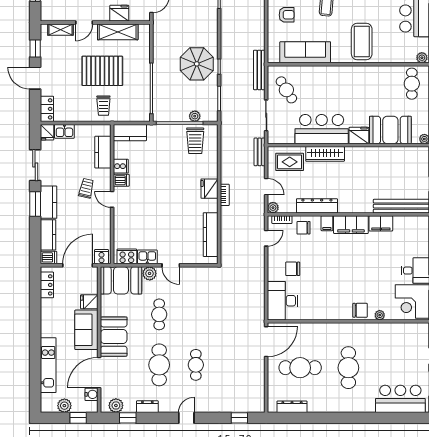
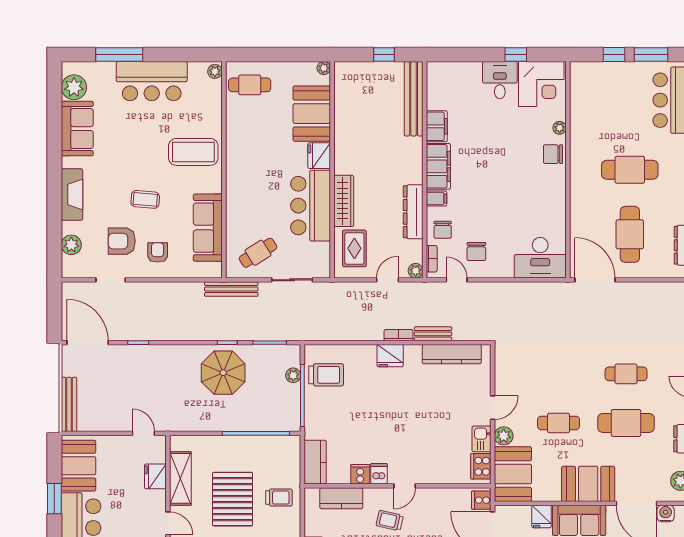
bench: (260, 152) -> (433, 334), moved
chair: (293, 269) -> (476, 252), moved
chair: (360, 310) -> (553, 154), turned -90

